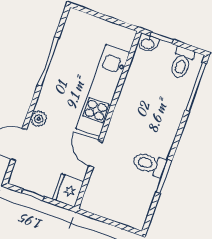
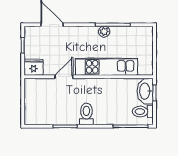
washbasin: (148, 43) -> (145, 91), width x1.91, depth x1.45
plant: (39, 119) -> (104, 32), moved
toilet: (149, 164) -> (86, 114), moved

